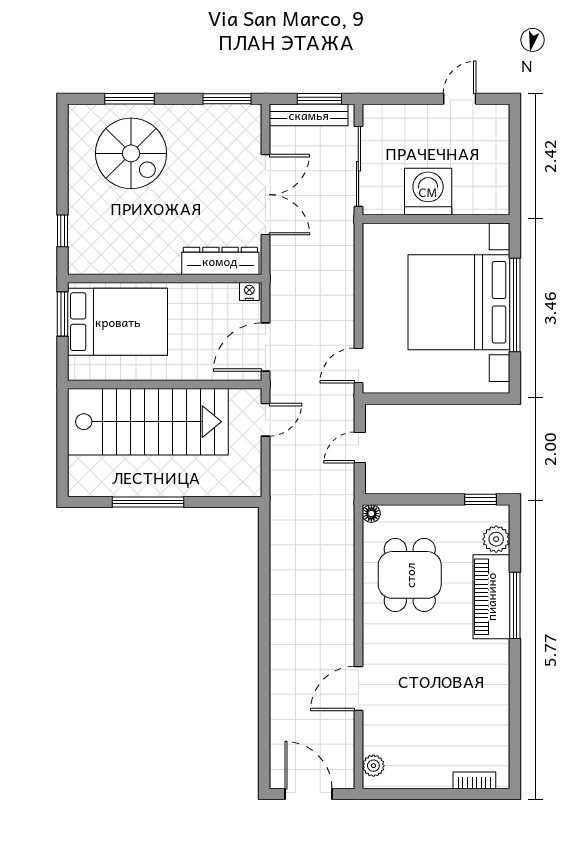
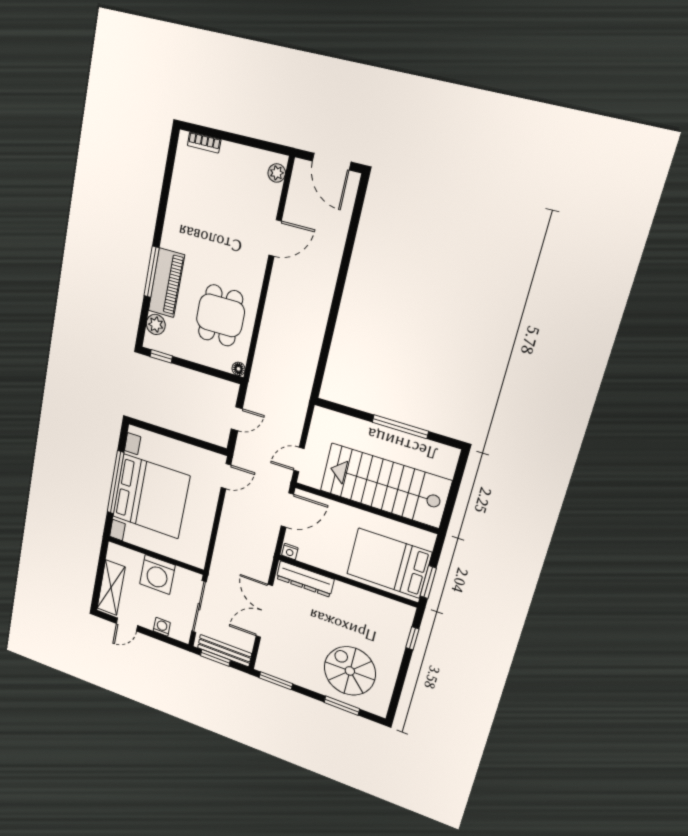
washing machine: (407, 115) -> (162, 627), added
shelving: (494, 146) -> (111, 588), added

